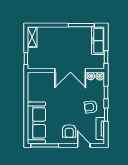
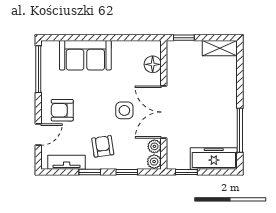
floor lamp: (42, 77) -> (153, 64), added
side table: (69, 94) -> (124, 110), added
sofa: (36, 123) -> (85, 55), width x0.73

